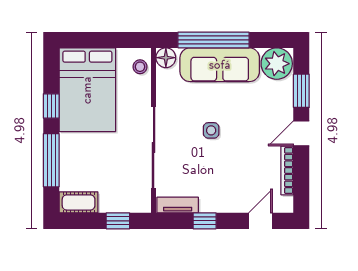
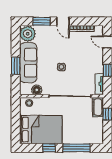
window: (213, 40) -> (16, 66), width x0.47
floor lamp: (166, 58) -> (37, 90), moved
cot: (79, 202) -> (98, 107), moved

